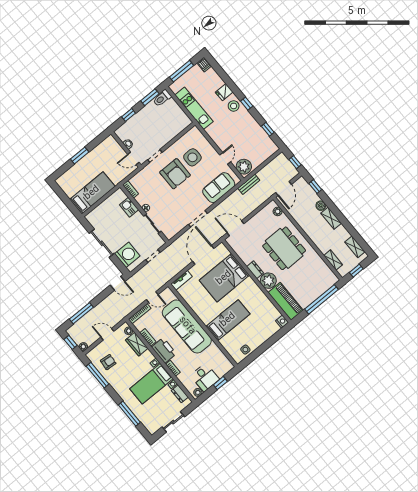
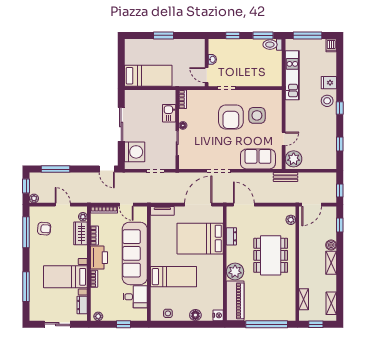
dresser: (255, 270) -> (231, 236), moved
floor lamp: (266, 335) -> (195, 315), added
desk: (205, 377) -> (135, 297), moved, turned -90

